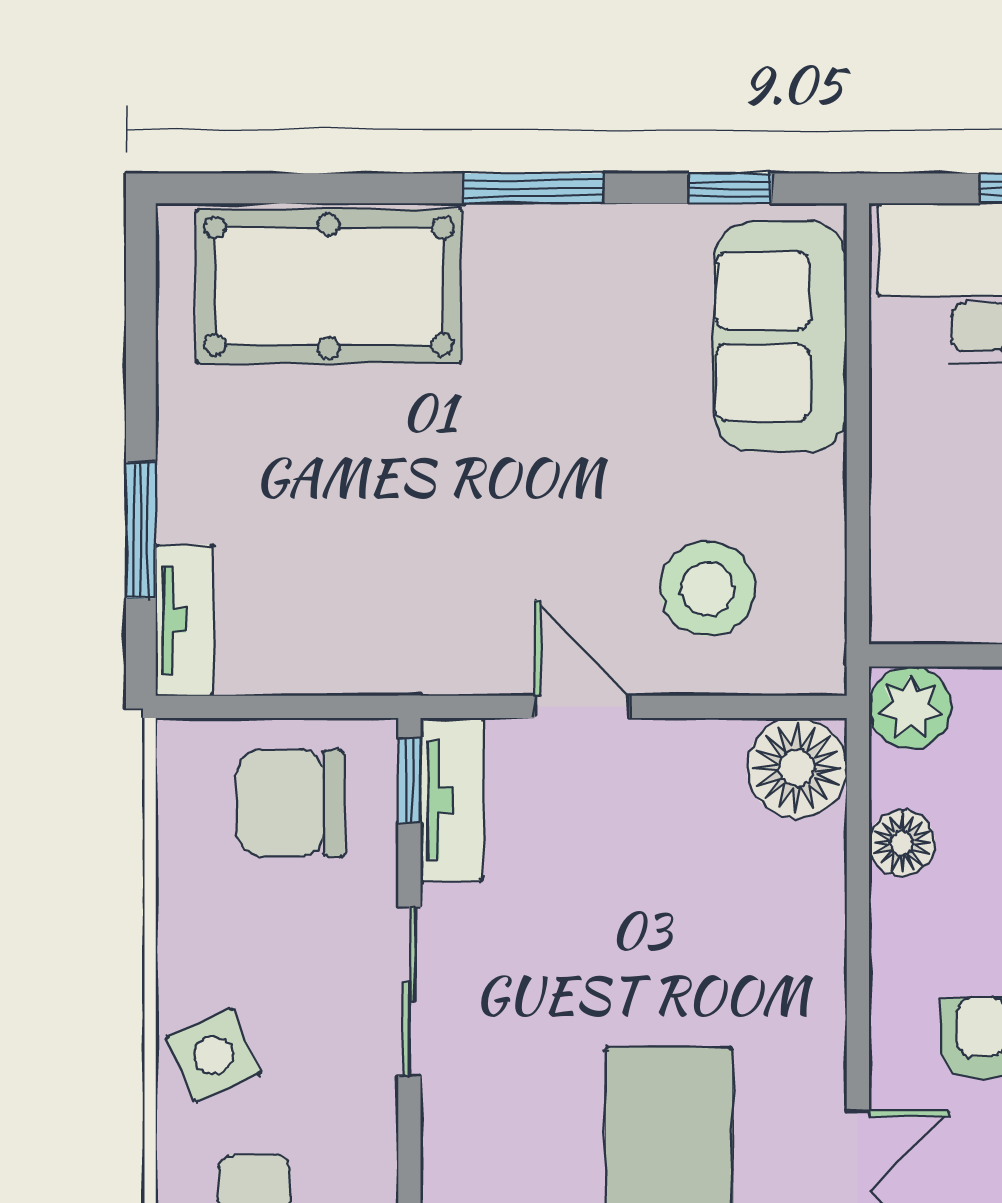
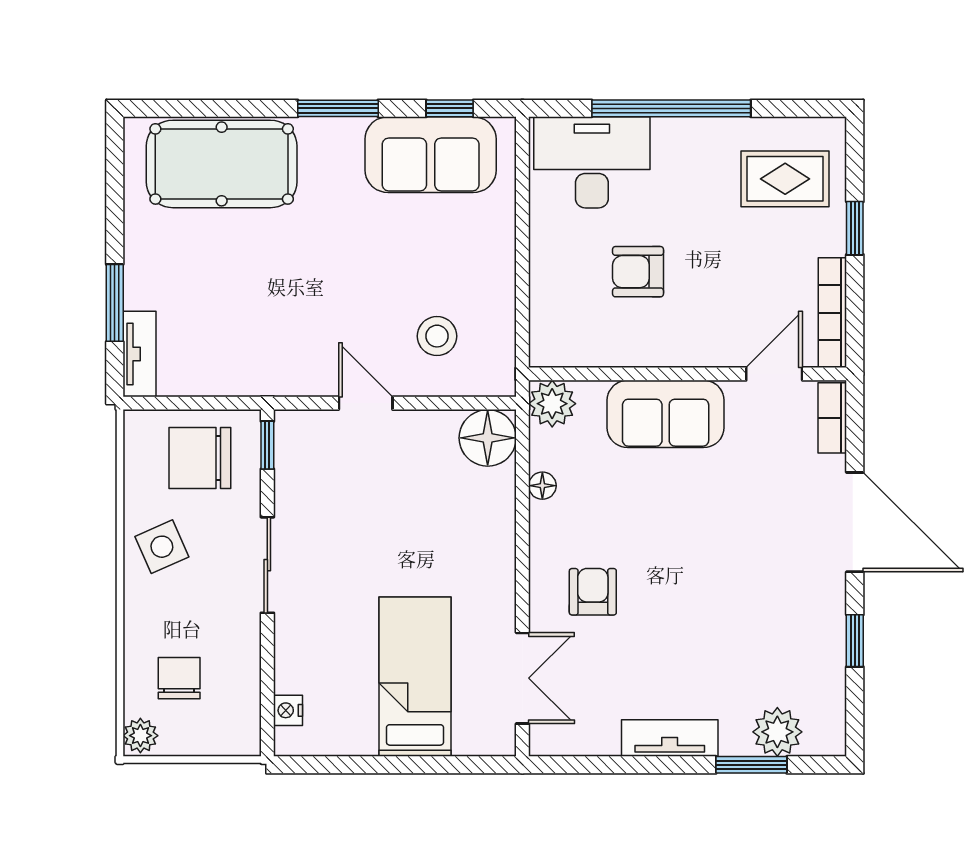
sofa: (780, 336) -> (431, 155), moved, turned -90
stool: (708, 589) -> (437, 336), width x0.73, depth x0.73
tv unit: (452, 800) -> (291, 456), removed
floor lamp: (902, 843) -> (542, 486), width x0.73, depth x0.73
side table: (213, 1055) -> (162, 547), moved

